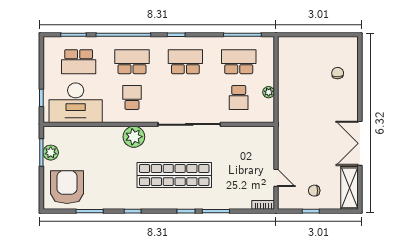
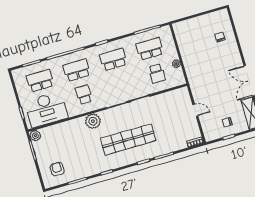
school desk: (79, 62) -> (40, 81), turned 180
plant: (51, 153) -> (35, 136), moved
door: (276, 178) -> (195, 110), moved
armchair: (67, 187) -> (57, 169), width x0.53, depth x0.53

